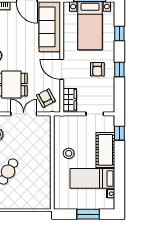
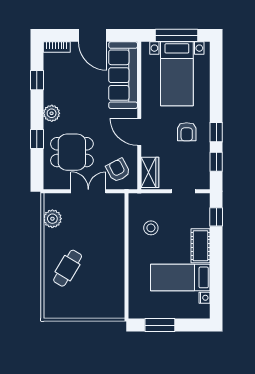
window: (119, 33) -> (216, 162), moved
cot: (105, 150) -> (201, 246), width x0.73, depth x0.75
stool: (69, 153) -> (151, 228), moved
window: (88, 214) -> (160, 325), moved

